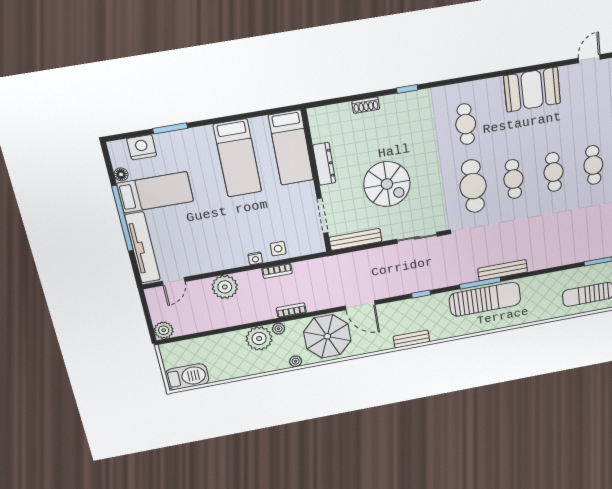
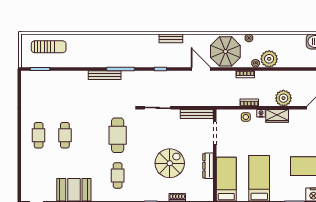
cafe table: (513, 179) -> (91, 135), removed
spiral stairs: (387, 184) -> (170, 163), moved, turned 90
wardrobe: (229, 259) -> (277, 116), added
sun lounger: (485, 299) -> (119, 57), removed

